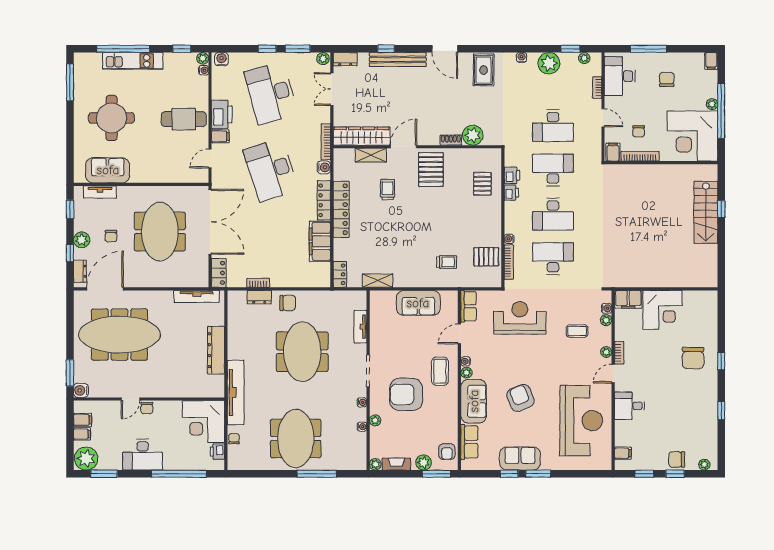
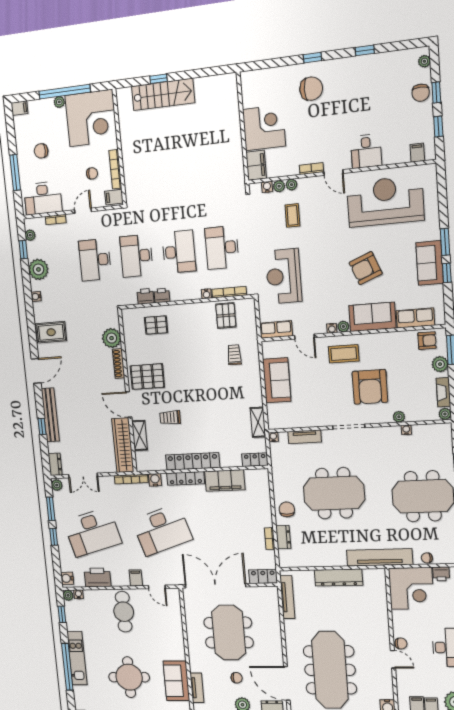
printer: (222, 114) -> (98, 577), moved
desk: (553, 126) -> (95, 260), turned 180
shoe rack: (451, 140) -> (119, 364), width x1.43
meeting table: (160, 232) -> (229, 633), turned 90
plant: (606, 352) -> (292, 185), moved
water cooler: (362, 402) -> (273, 437), moved

